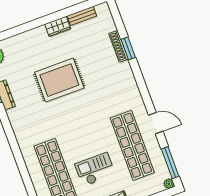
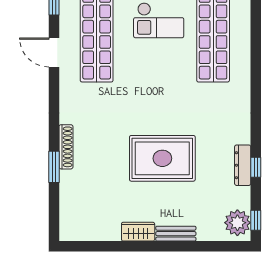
bench: (82, 16) -> (176, 234), moved
shoe rack: (118, 46) -> (66, 147), moved

